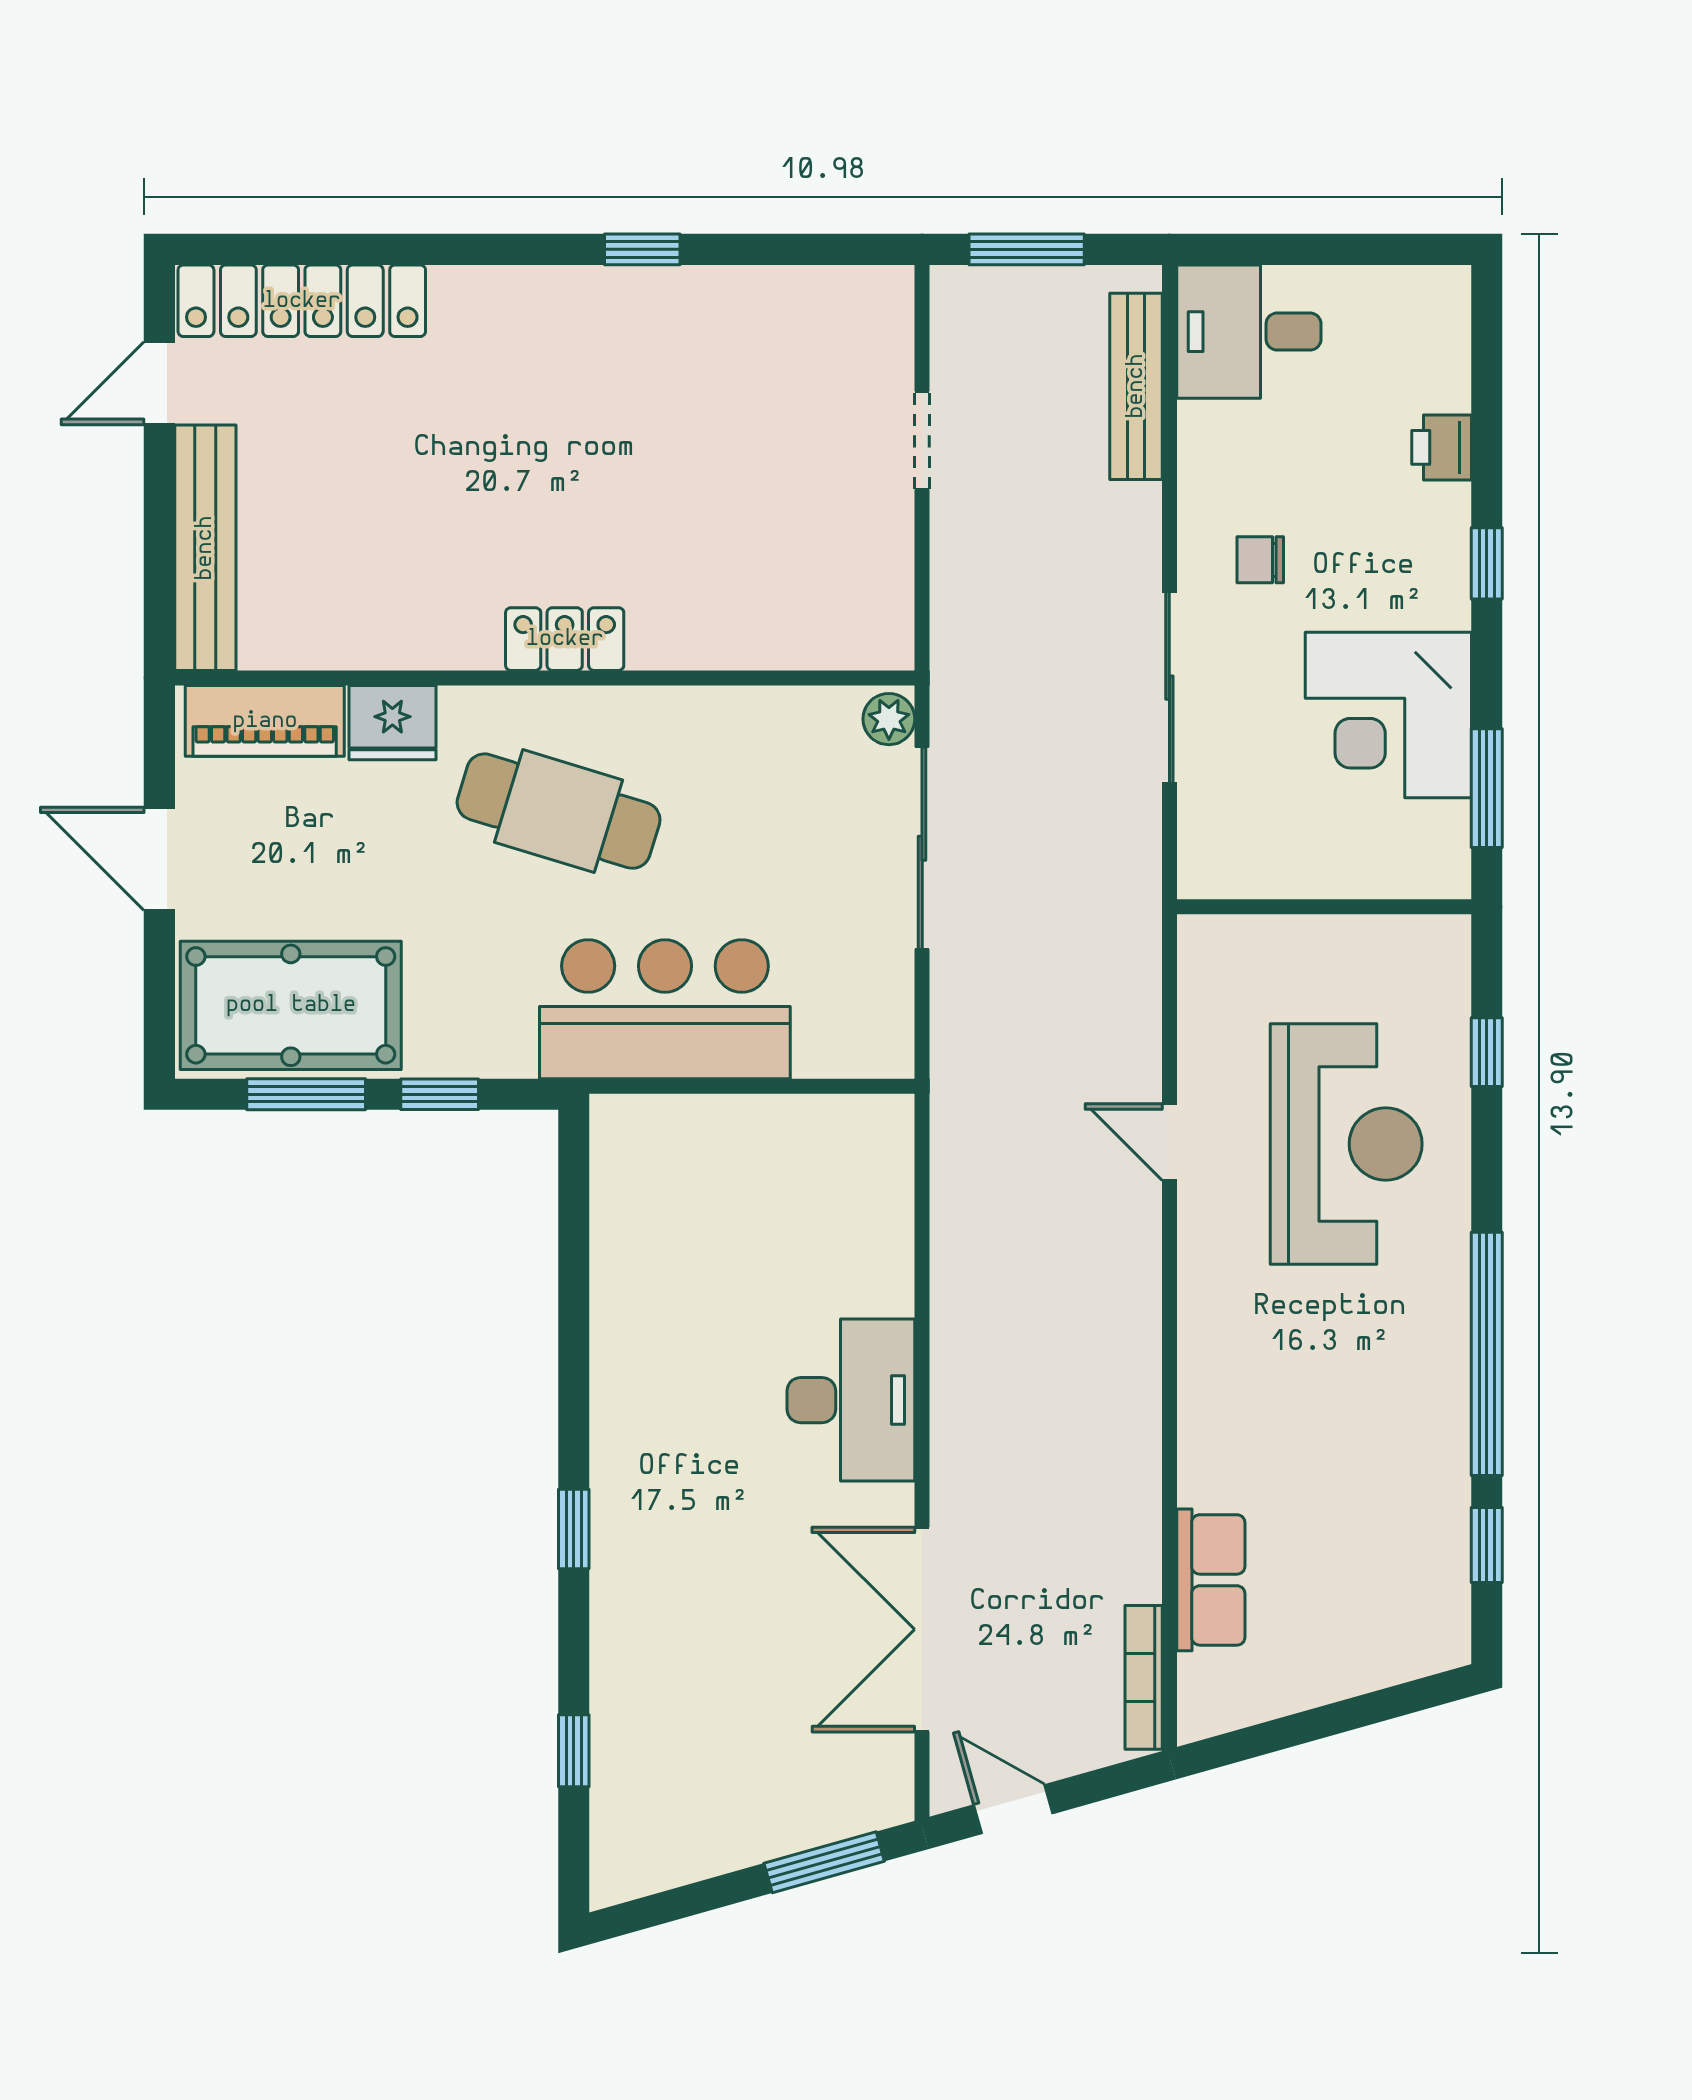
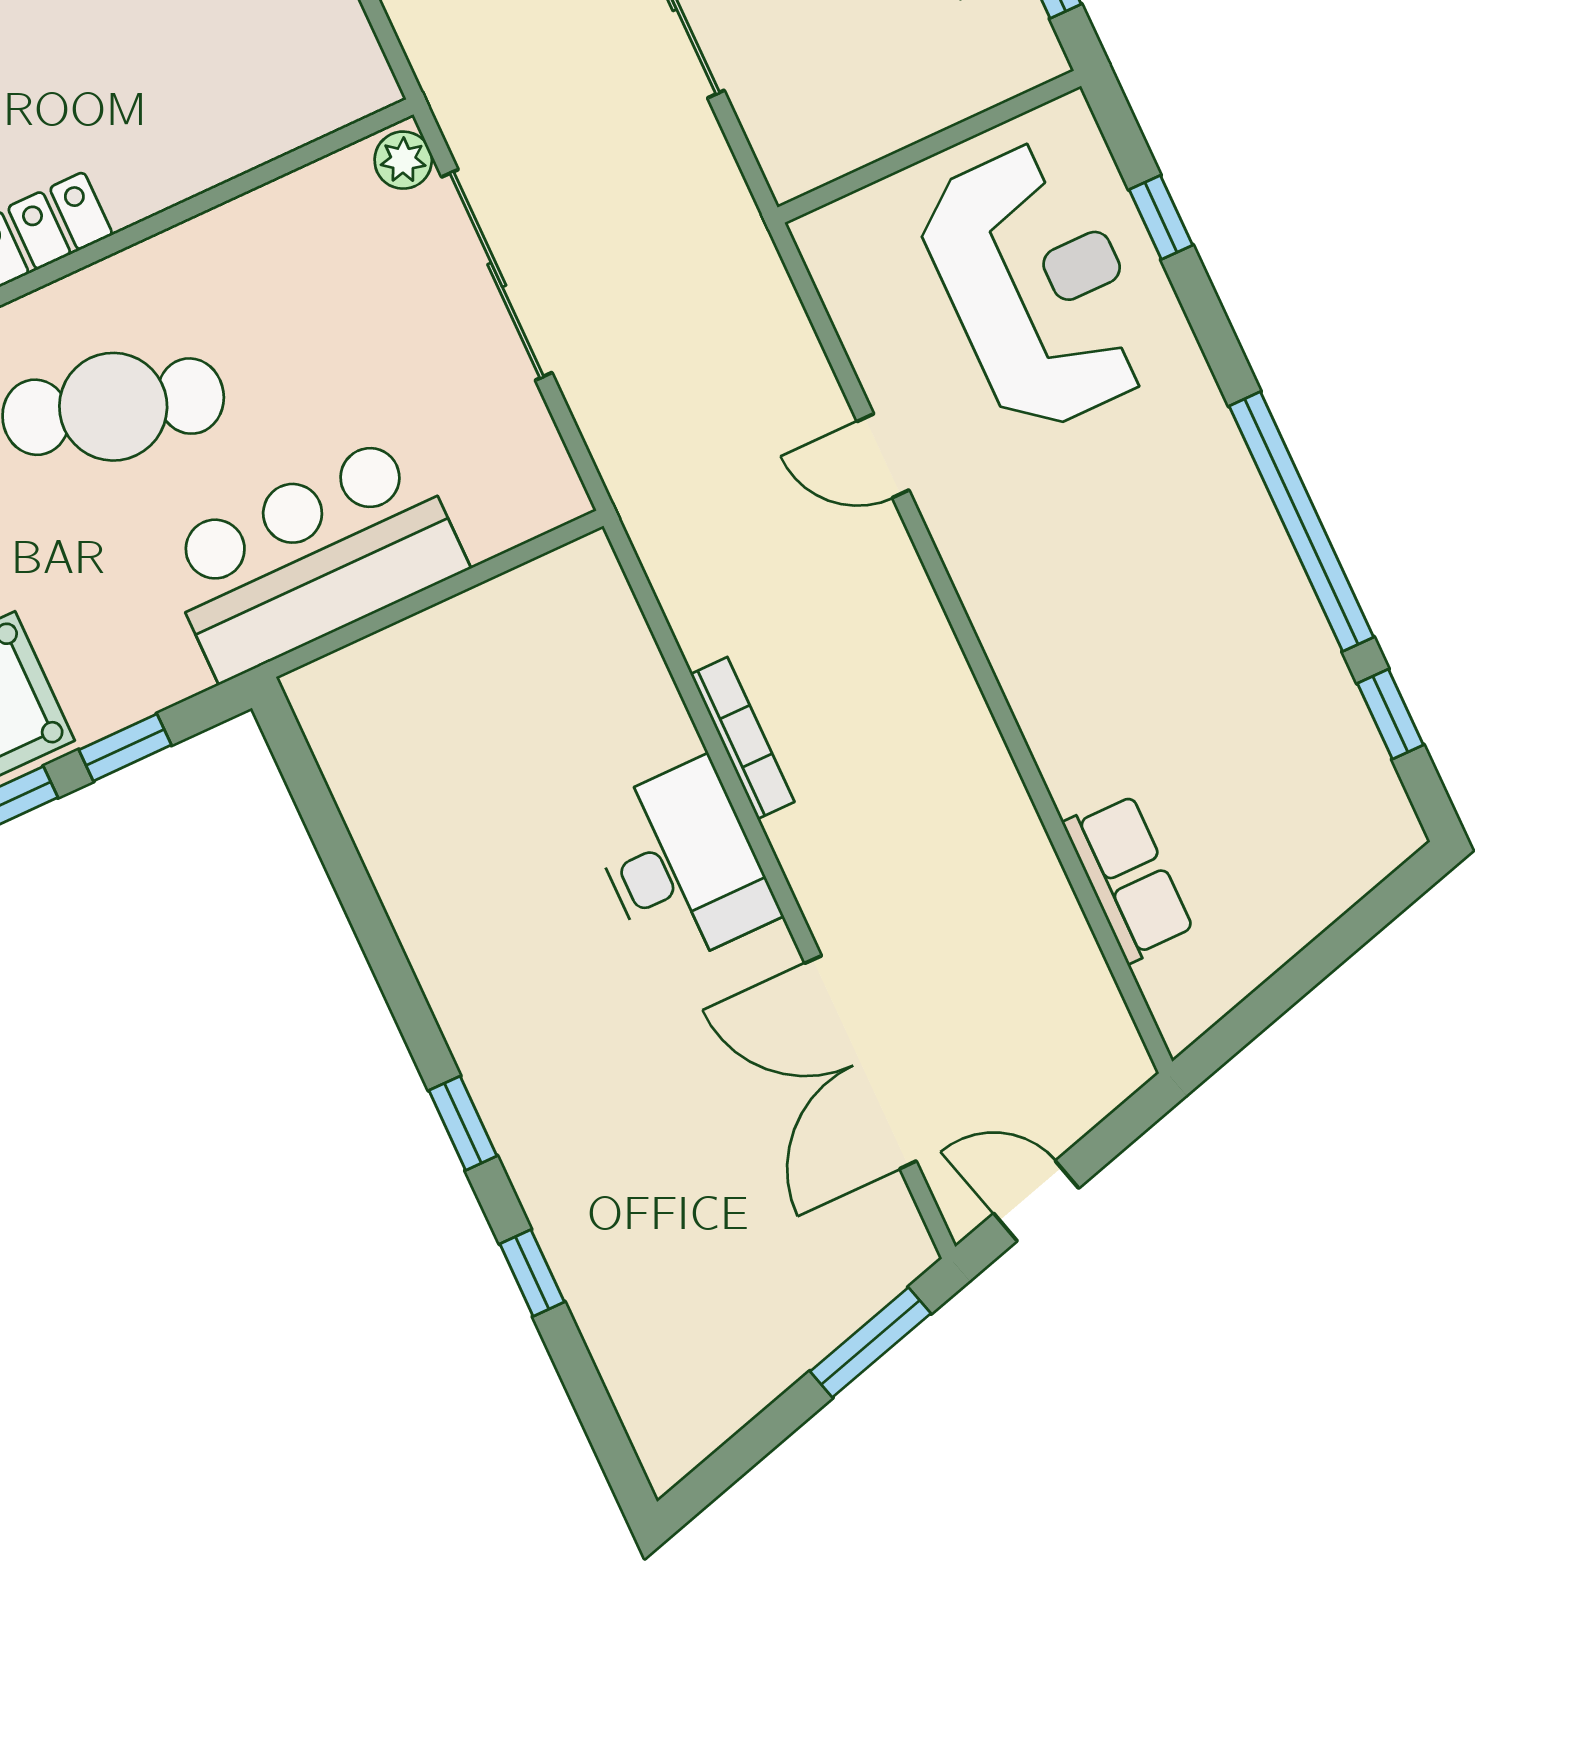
reception desk: (1346, 1144) -> (1037, 286), moved
bookcase: (1144, 1677) -> (742, 738), moved, turned 180
window: (574, 1751) -> (532, 1273), moved

